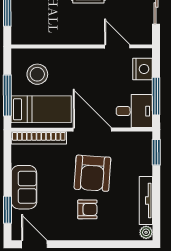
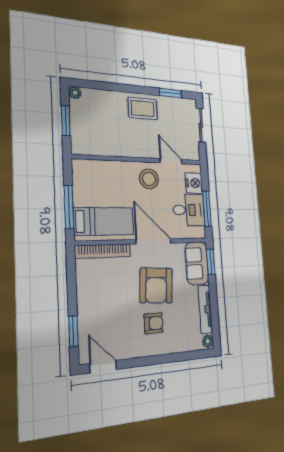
stool: (37, 74) -> (149, 179), moved
desk: (134, 111) -> (189, 210), moved
sofa: (24, 187) -> (197, 263), moved, turned 180

